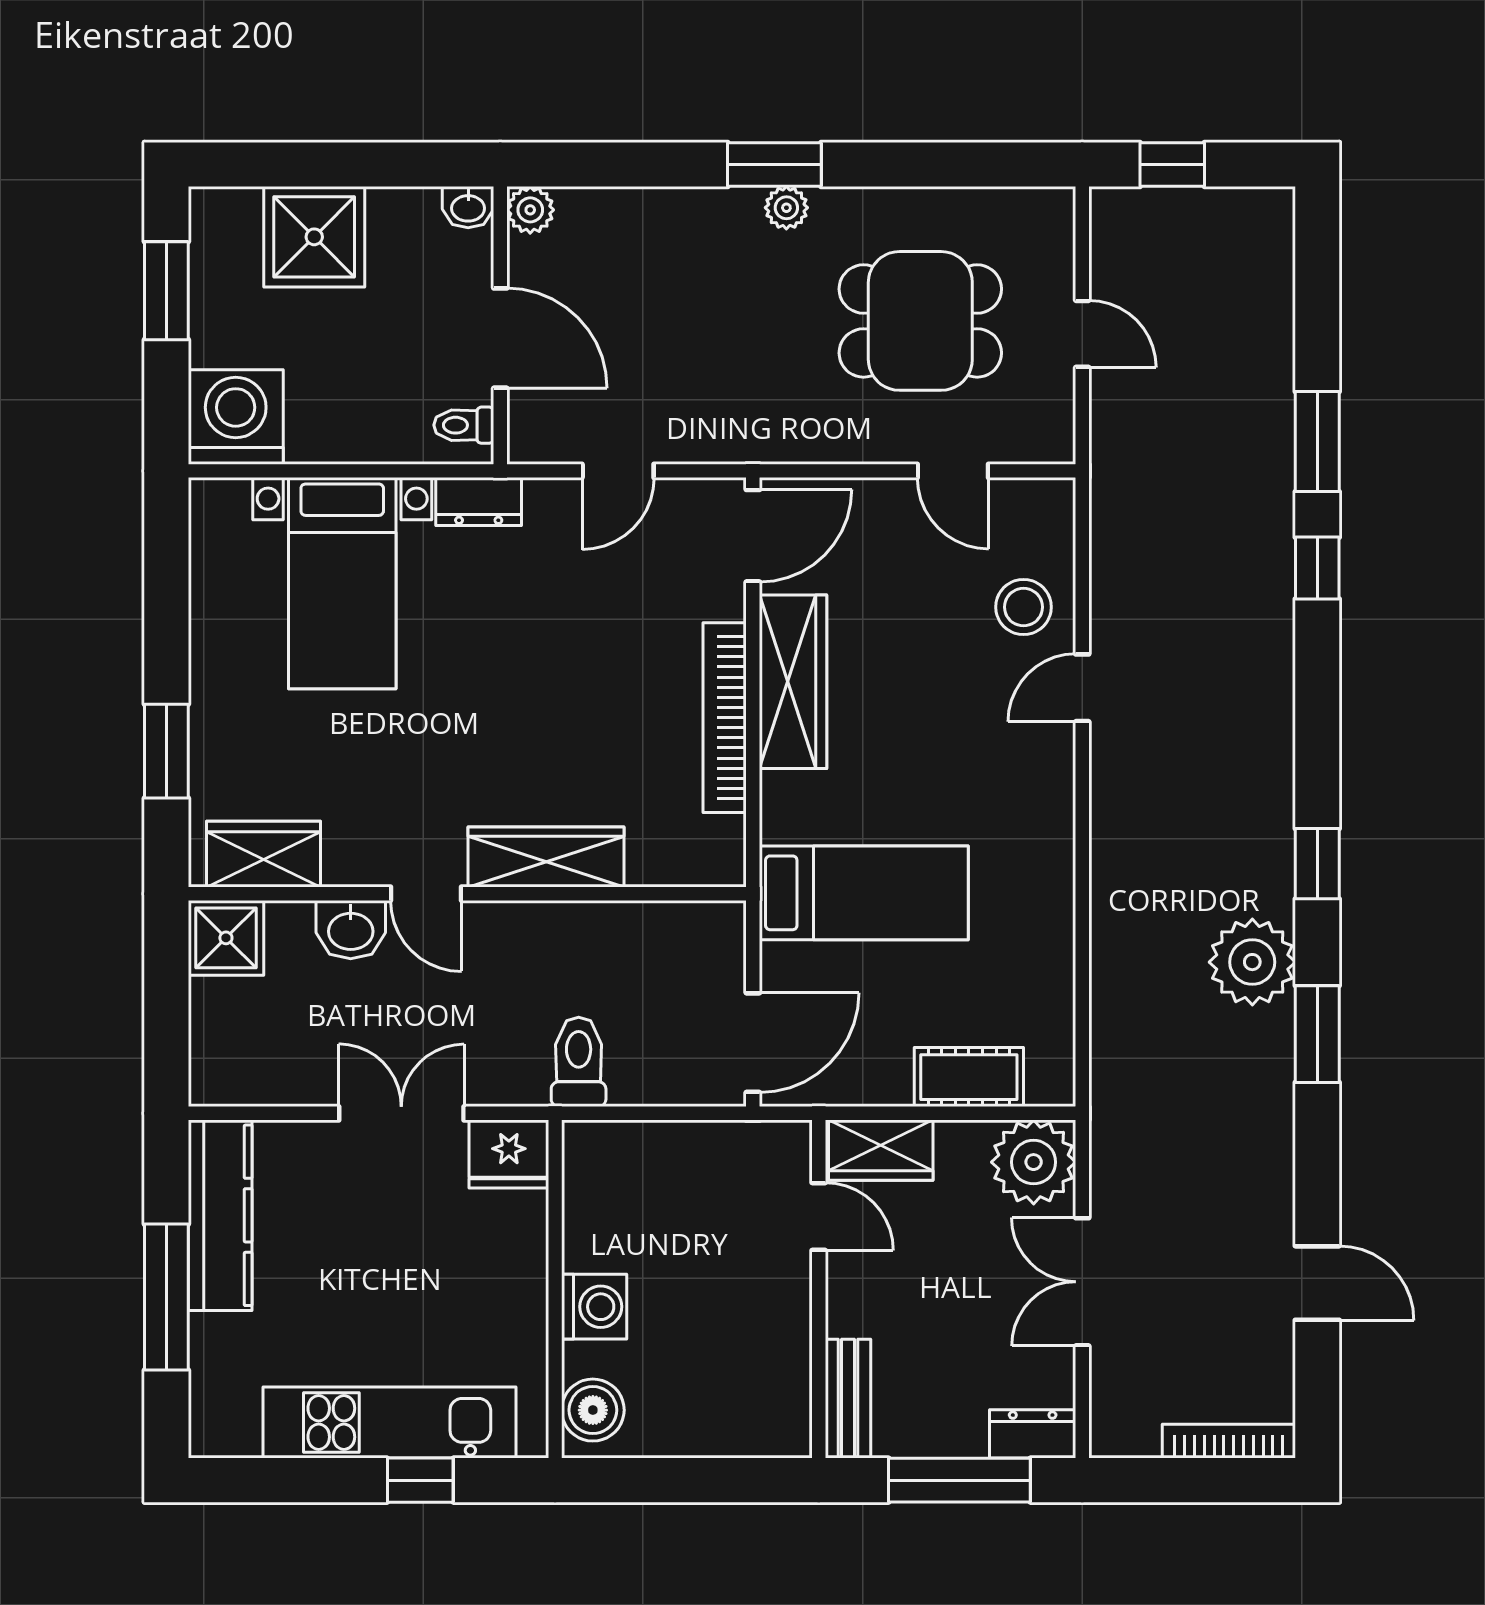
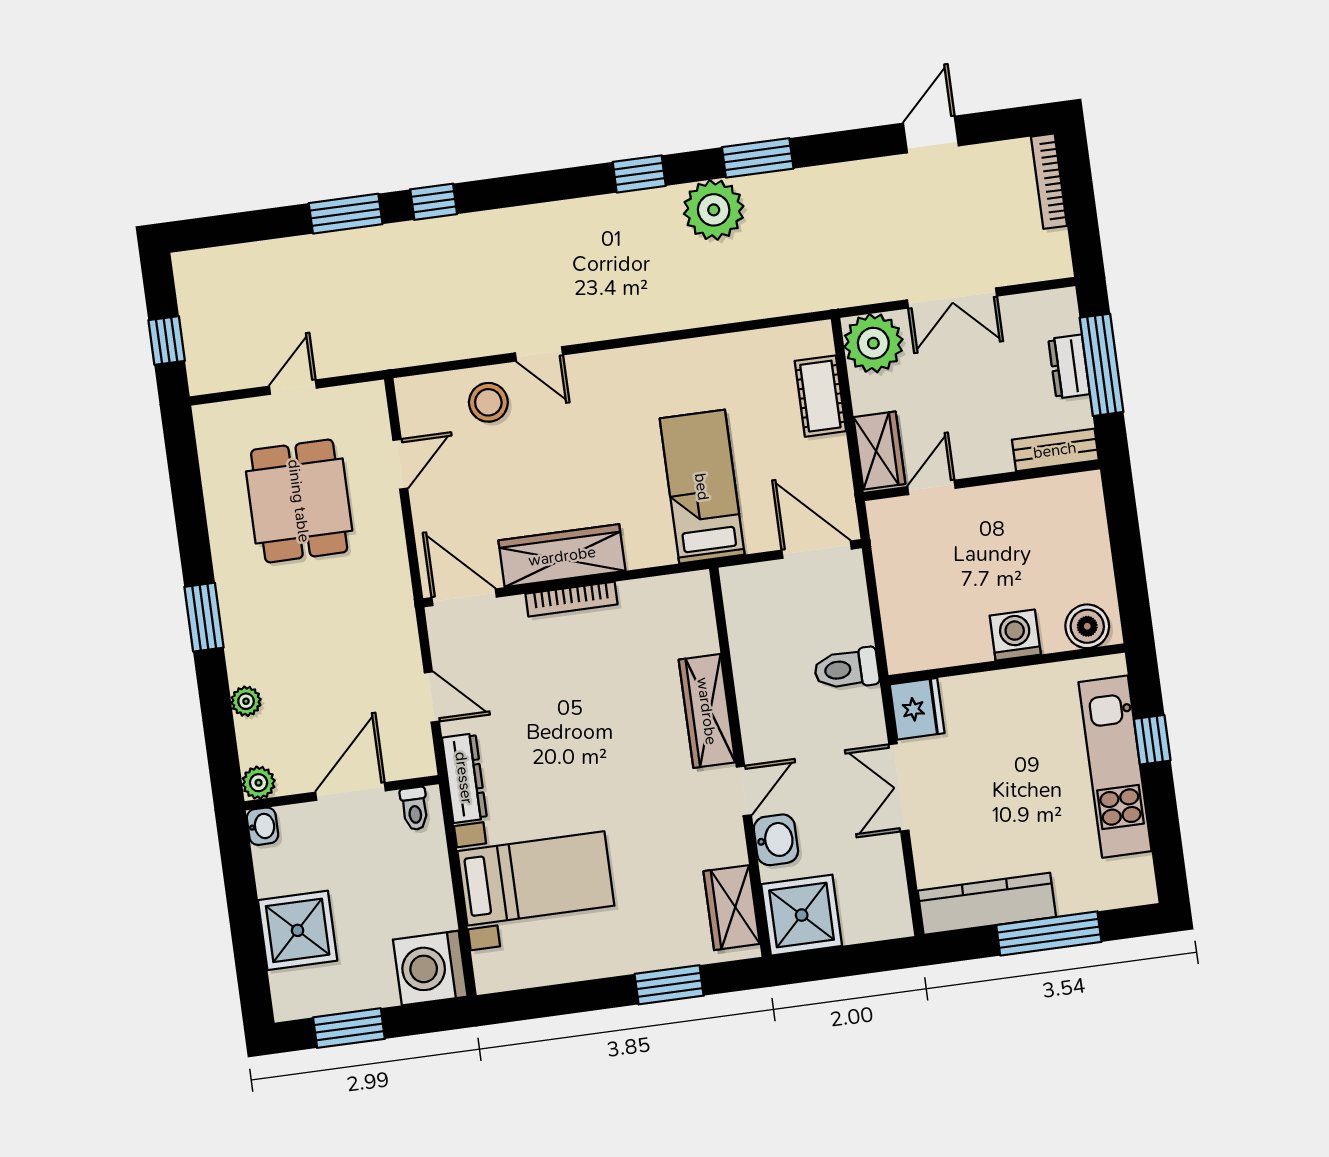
plant: (786, 208) -> (246, 701), moved
dresser: (479, 502) -> (464, 778), width x1.44
bookcase: (725, 718) -> (571, 599), width x0.68, depth x0.76
shower: (226, 938) -> (802, 915), width x1.36, depth x1.36
dresser: (1033, 1434) -> (1069, 367), moved

